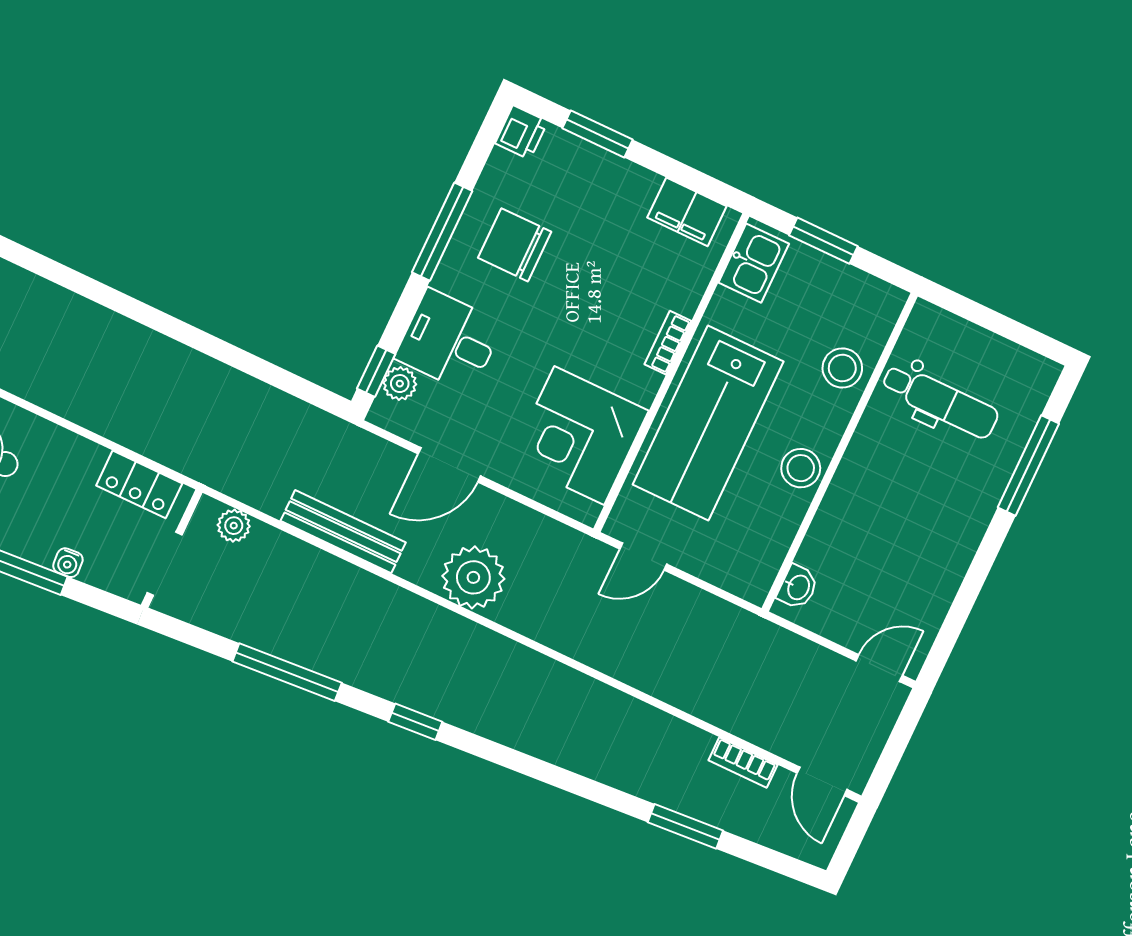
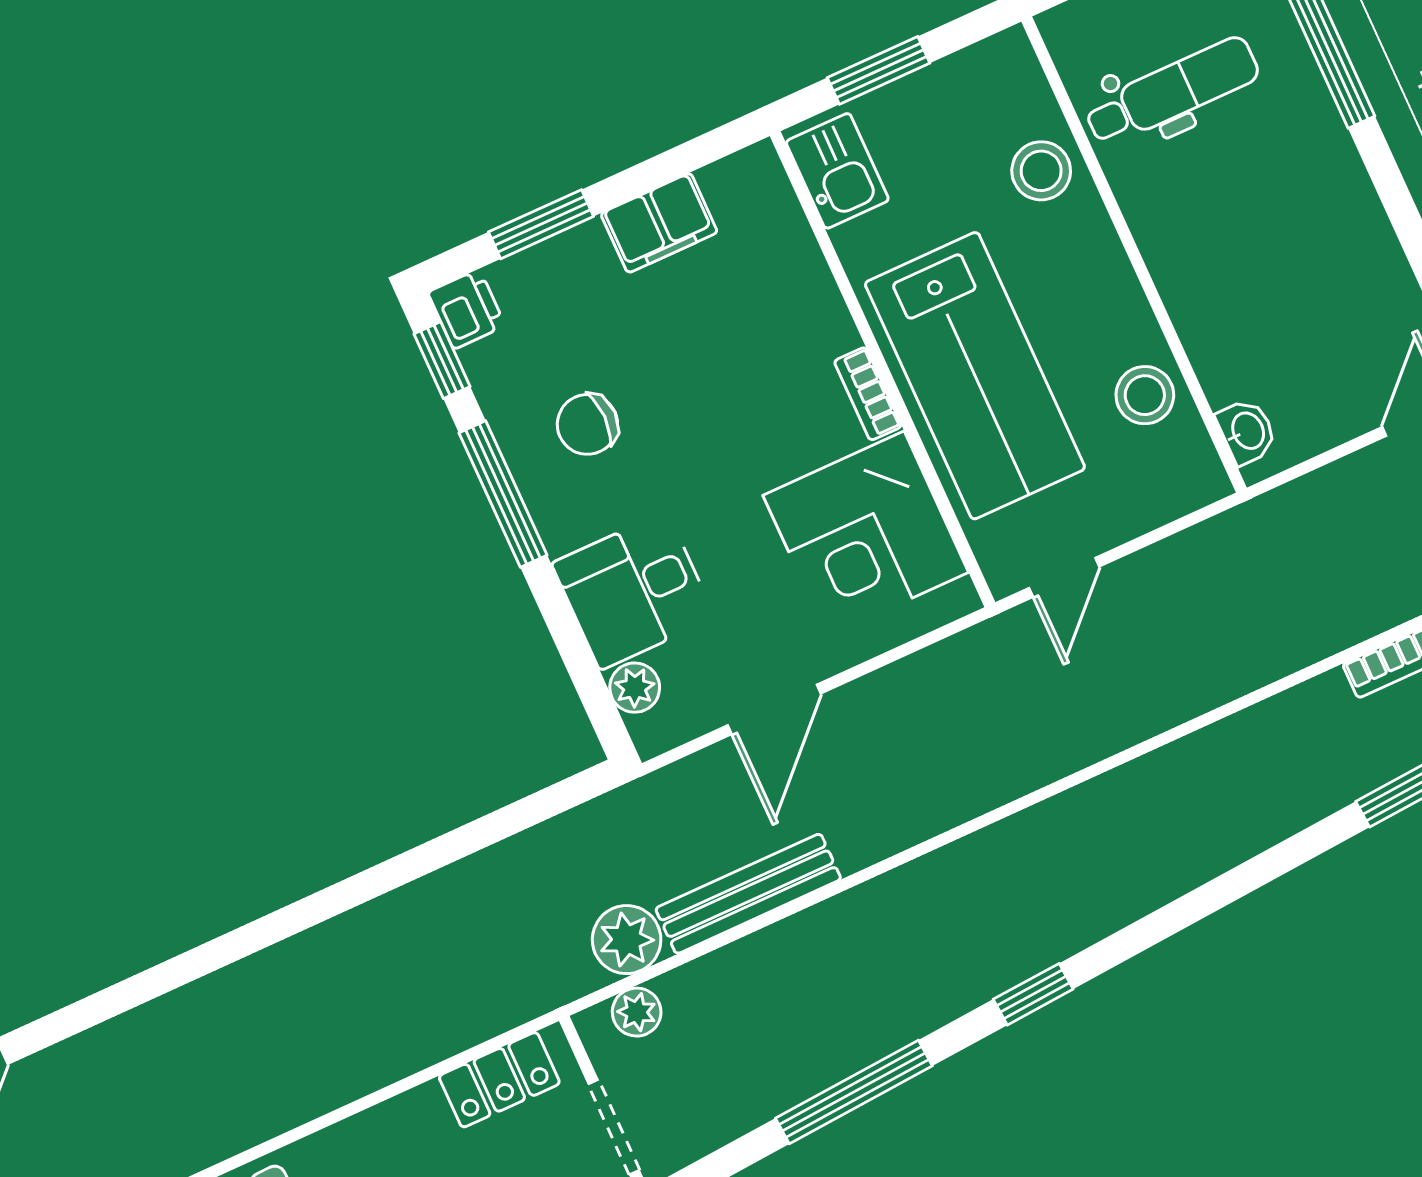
filing cabinet: (687, 212) -> (659, 223), moved
chair: (515, 245) -> (587, 424), width x0.73, depth x0.73
bookcase: (668, 343) -> (868, 394), moved
window: (376, 371) -> (442, 360), moved
stool: (801, 468) -> (1145, 395), moved
plant: (473, 577) -> (627, 940), moved, width x0.73, depth x0.73

